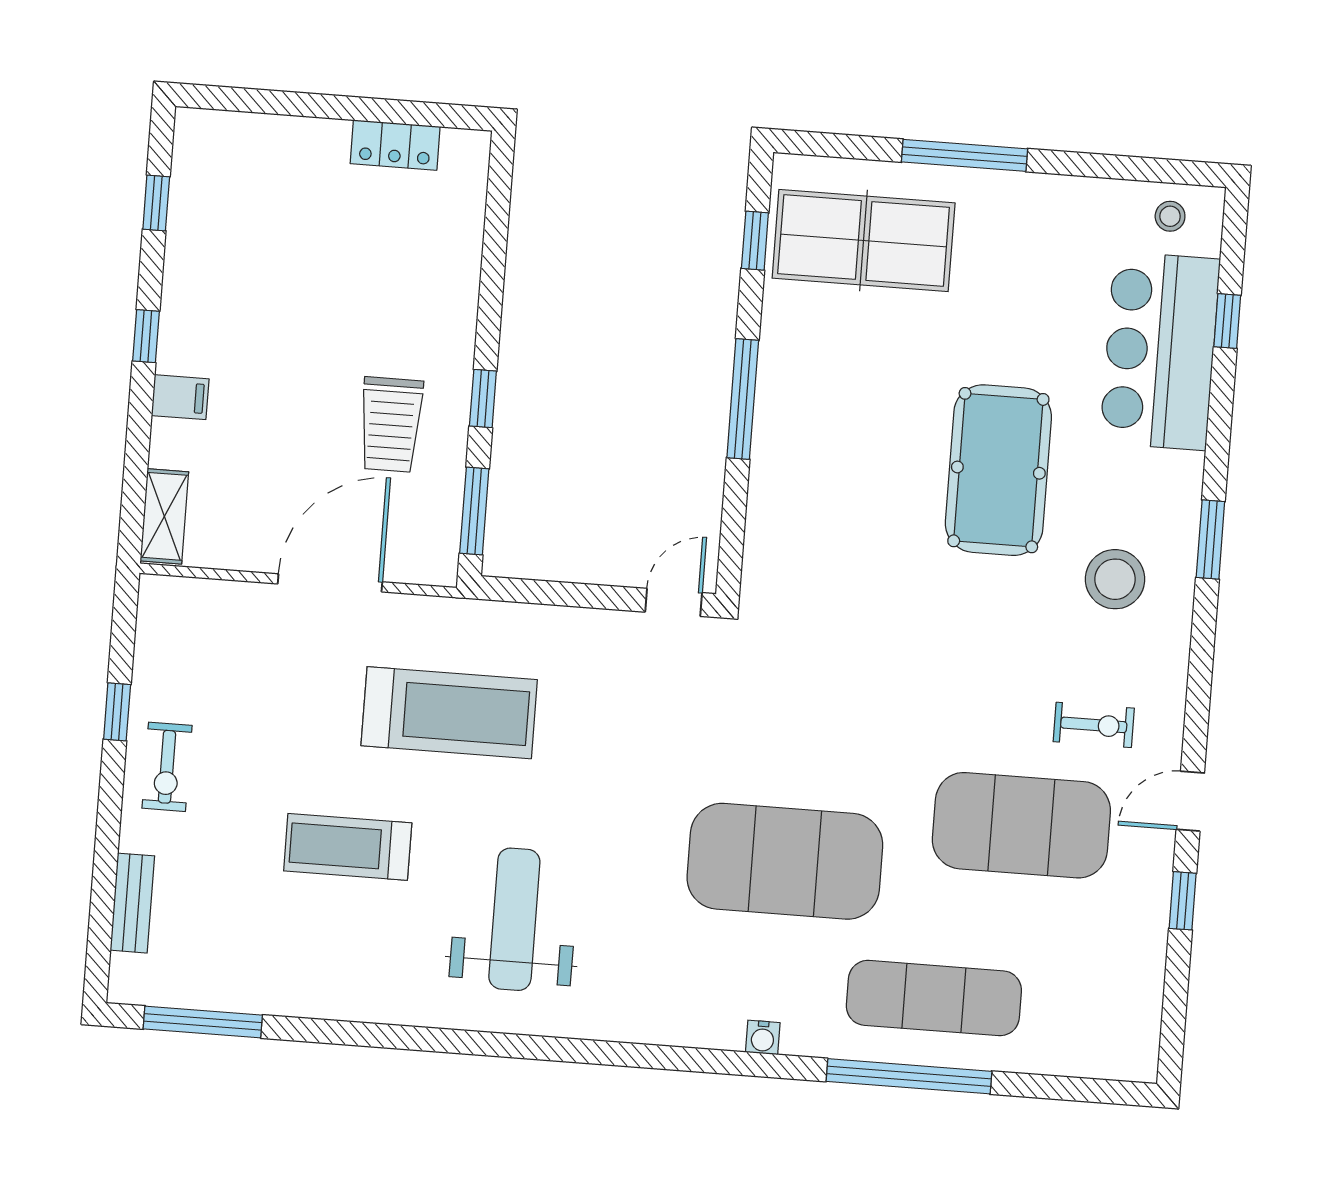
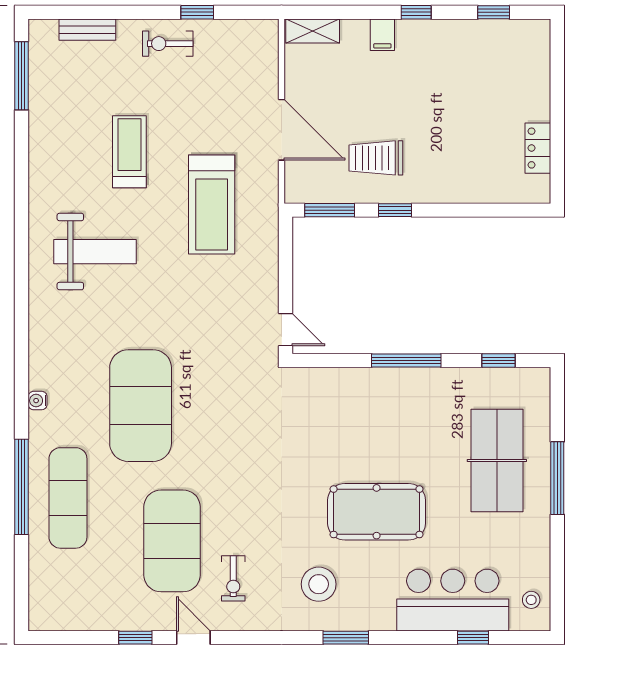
table tennis table: (864, 240) -> (497, 461), moved

